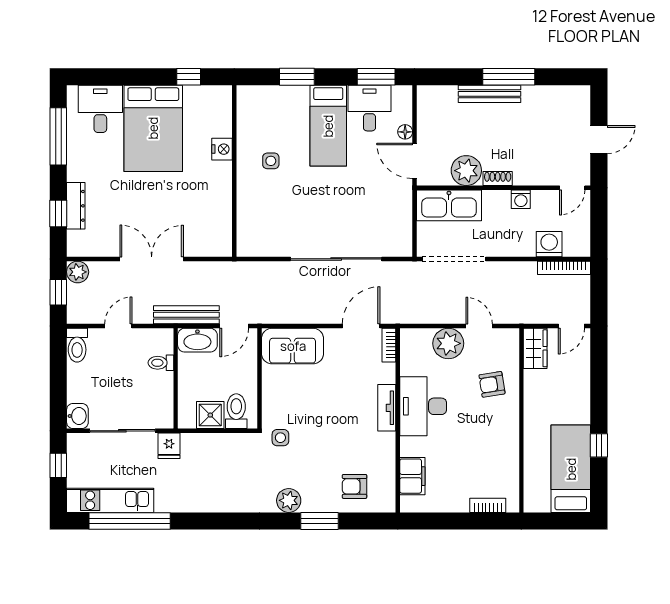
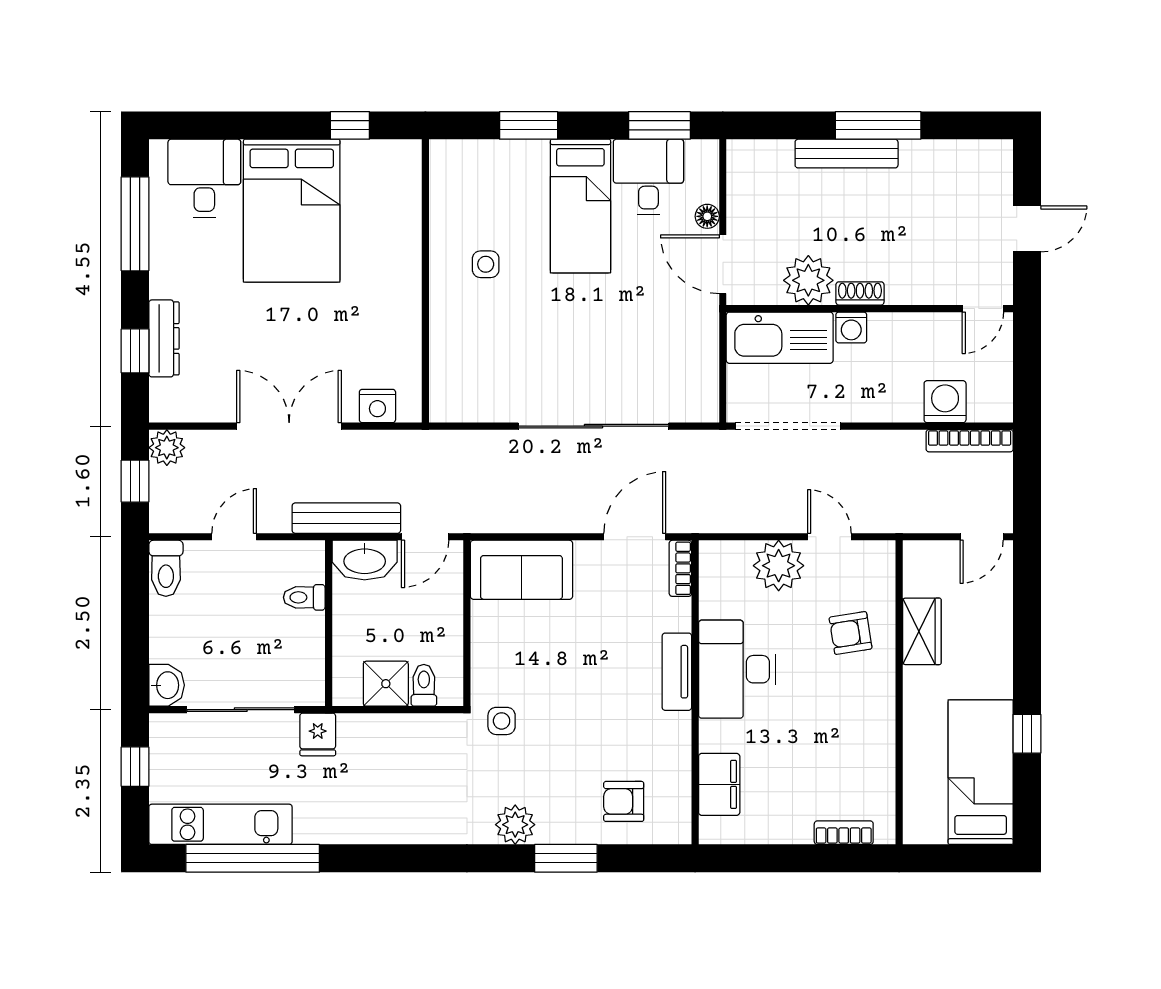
nightstand: (222, 149) -> (377, 406), moved, turned 90
washing machine: (521, 199) -> (851, 327), moved
wardrobe: (535, 348) -> (922, 631), moved
toilet: (236, 411) -> (424, 685), width x0.73, depth x0.72

